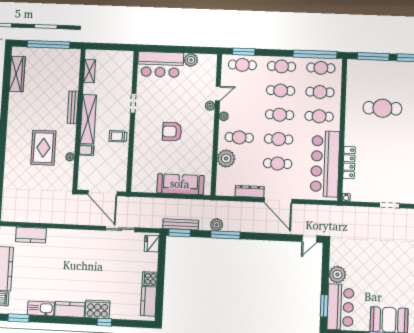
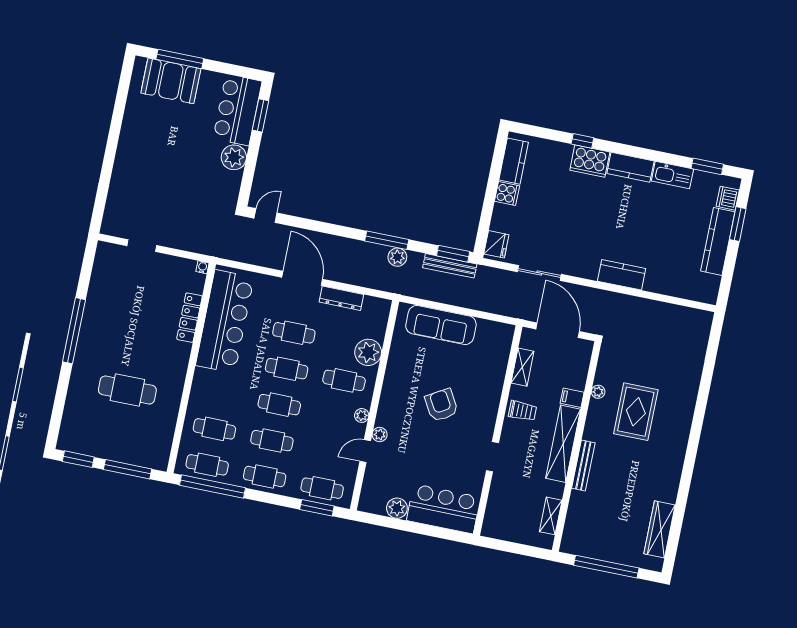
cafe table: (319, 116) -> (222, 393), removed
armchair: (172, 132) -> (441, 405), turned -120
shelving: (122, 165) -> (522, 367), added
kitchen counter: (31, 235) -> (622, 275), moved

